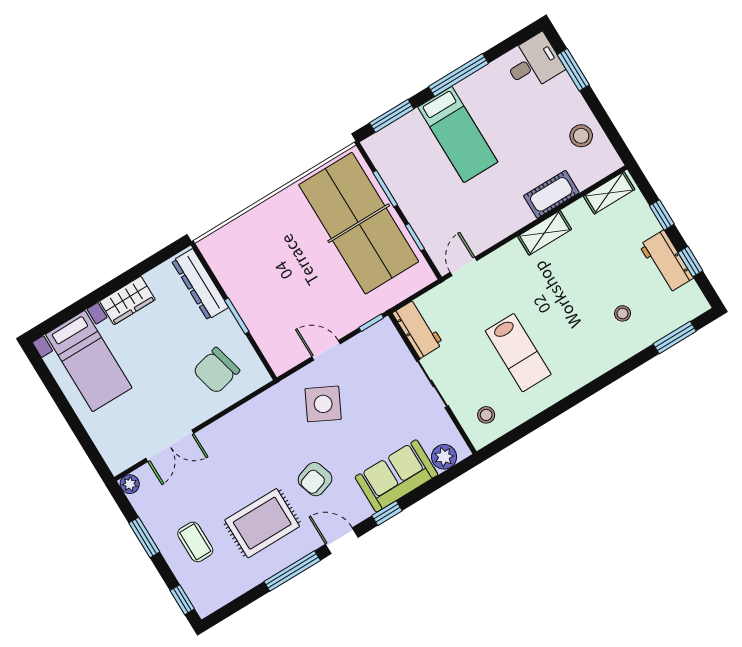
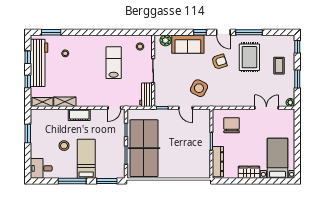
window: (573, 70) -> (28, 133), moved
stool: (581, 136) -> (64, 146), moved
cot: (551, 194) -> (79, 115), moved
shelving: (545, 233) -> (65, 102), moved
workbench: (666, 262) -> (39, 63), width x1.88, depth x1.32
chair: (216, 371) -> (232, 125), turned -76
rug: (262, 523) -> (249, 57), turned 90

